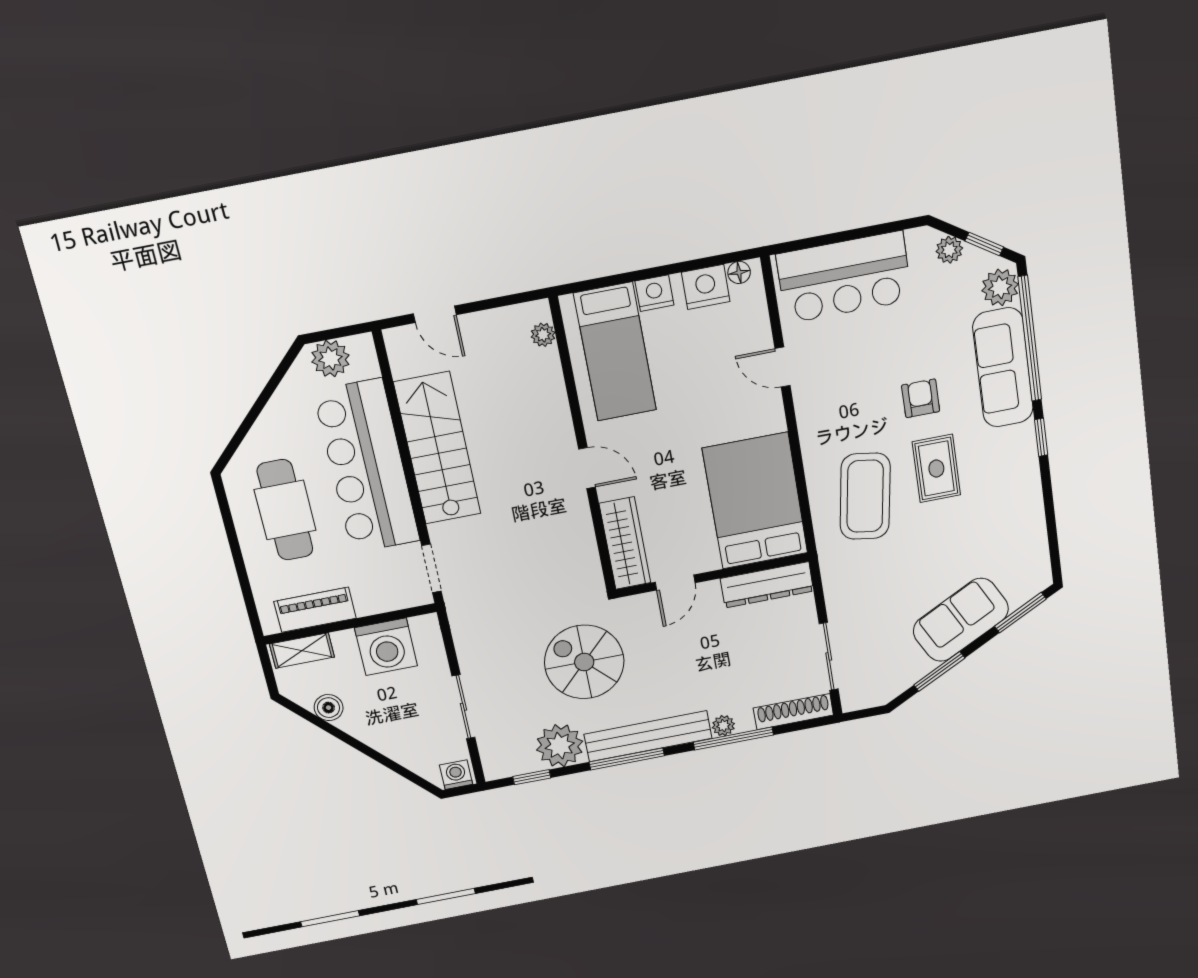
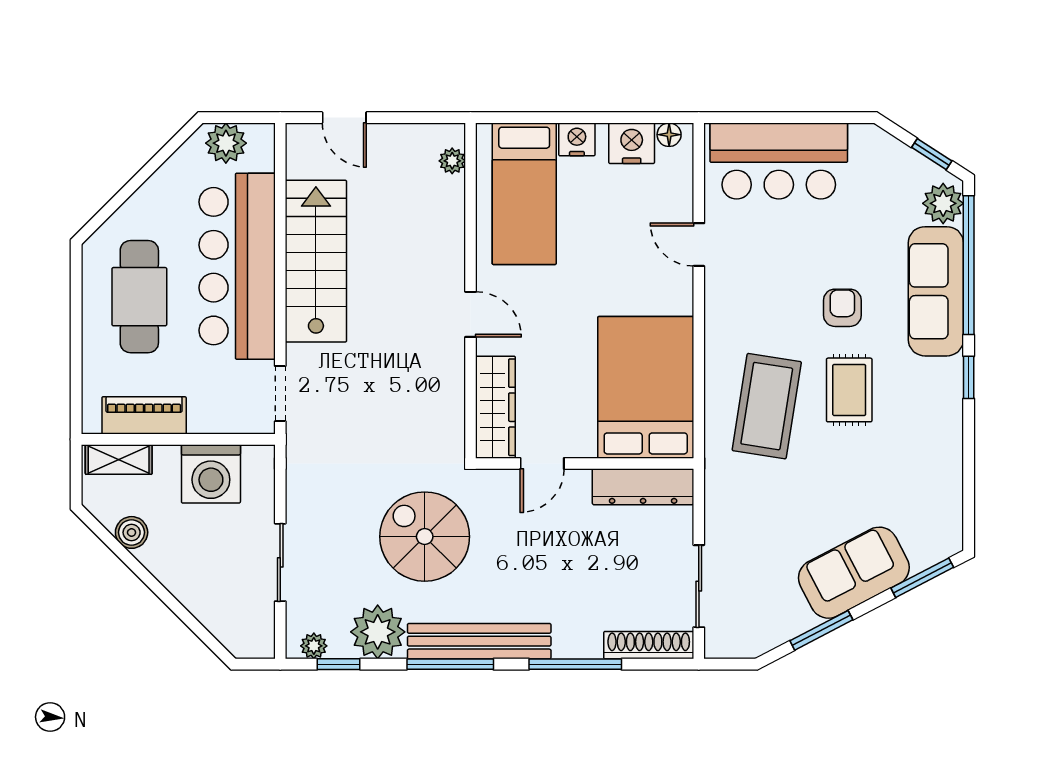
plant: (949, 250) -> (894, 153), removed
plant: (723, 726) -> (314, 646), moved
washing machine: (456, 775) -> (254, 643), removed

